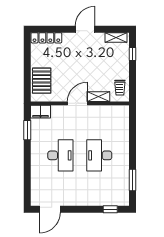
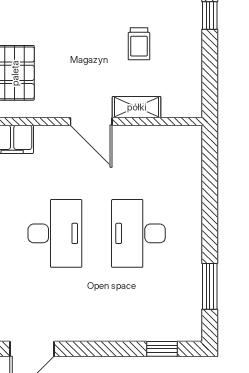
trolley: (120, 88) -> (139, 44), moved
door: (77, 103) -> (91, 122), swing flipped

